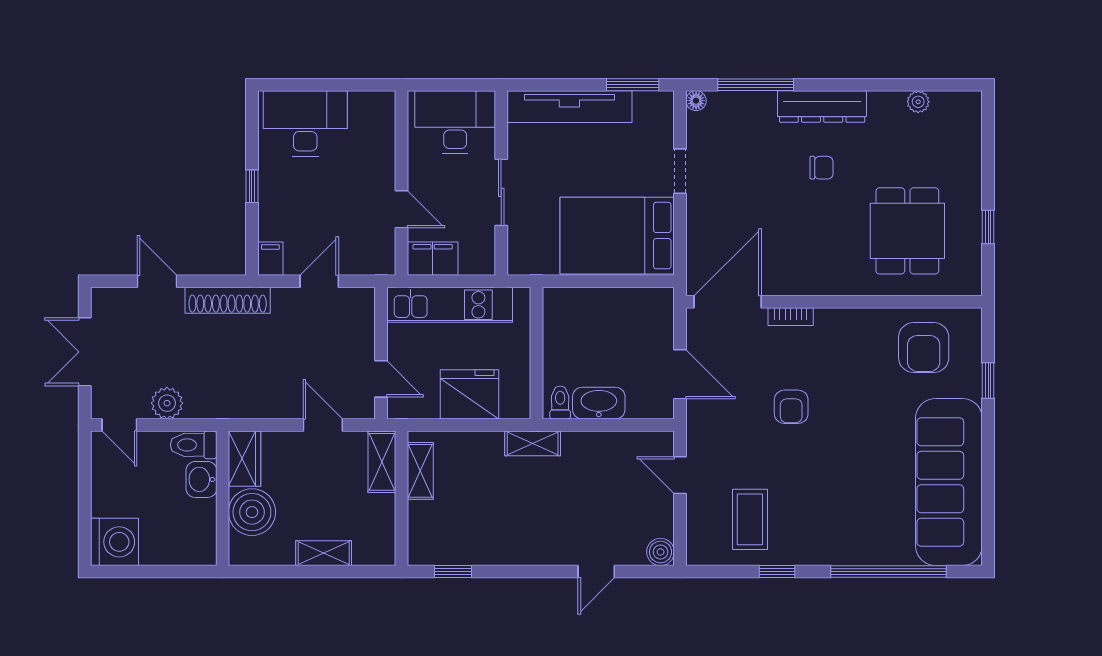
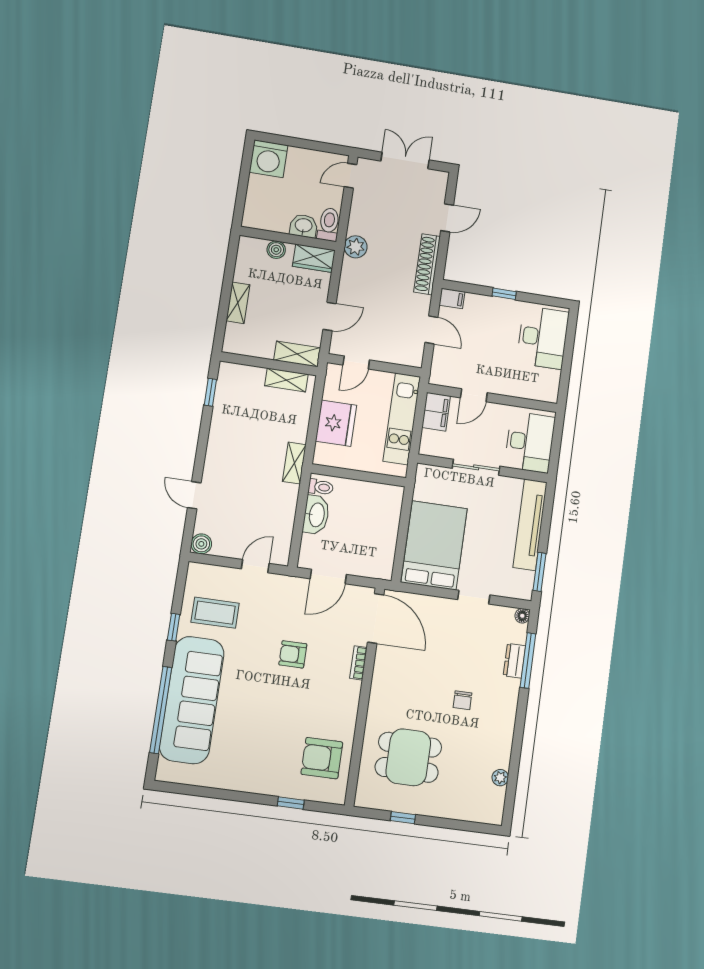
dresser: (822, 106) -> (514, 661), moved, width x0.51, depth x0.80
plant: (167, 403) -> (356, 247), moved
sofa: (949, 482) -> (192, 700), moved, turned 90
boiler: (252, 512) -> (276, 250), width x0.54, depth x0.54

